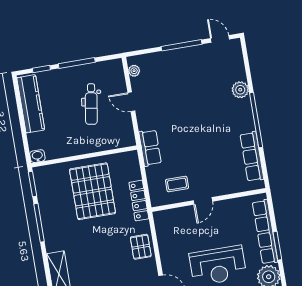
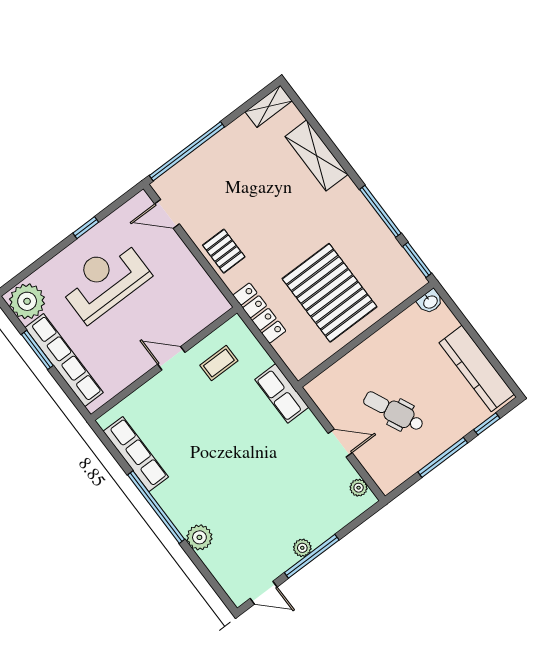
plant: (184, 53) -> (302, 548), added
dental chair: (91, 104) -> (393, 411), turned -34
door: (203, 201) -> (171, 358), hinge flipped

